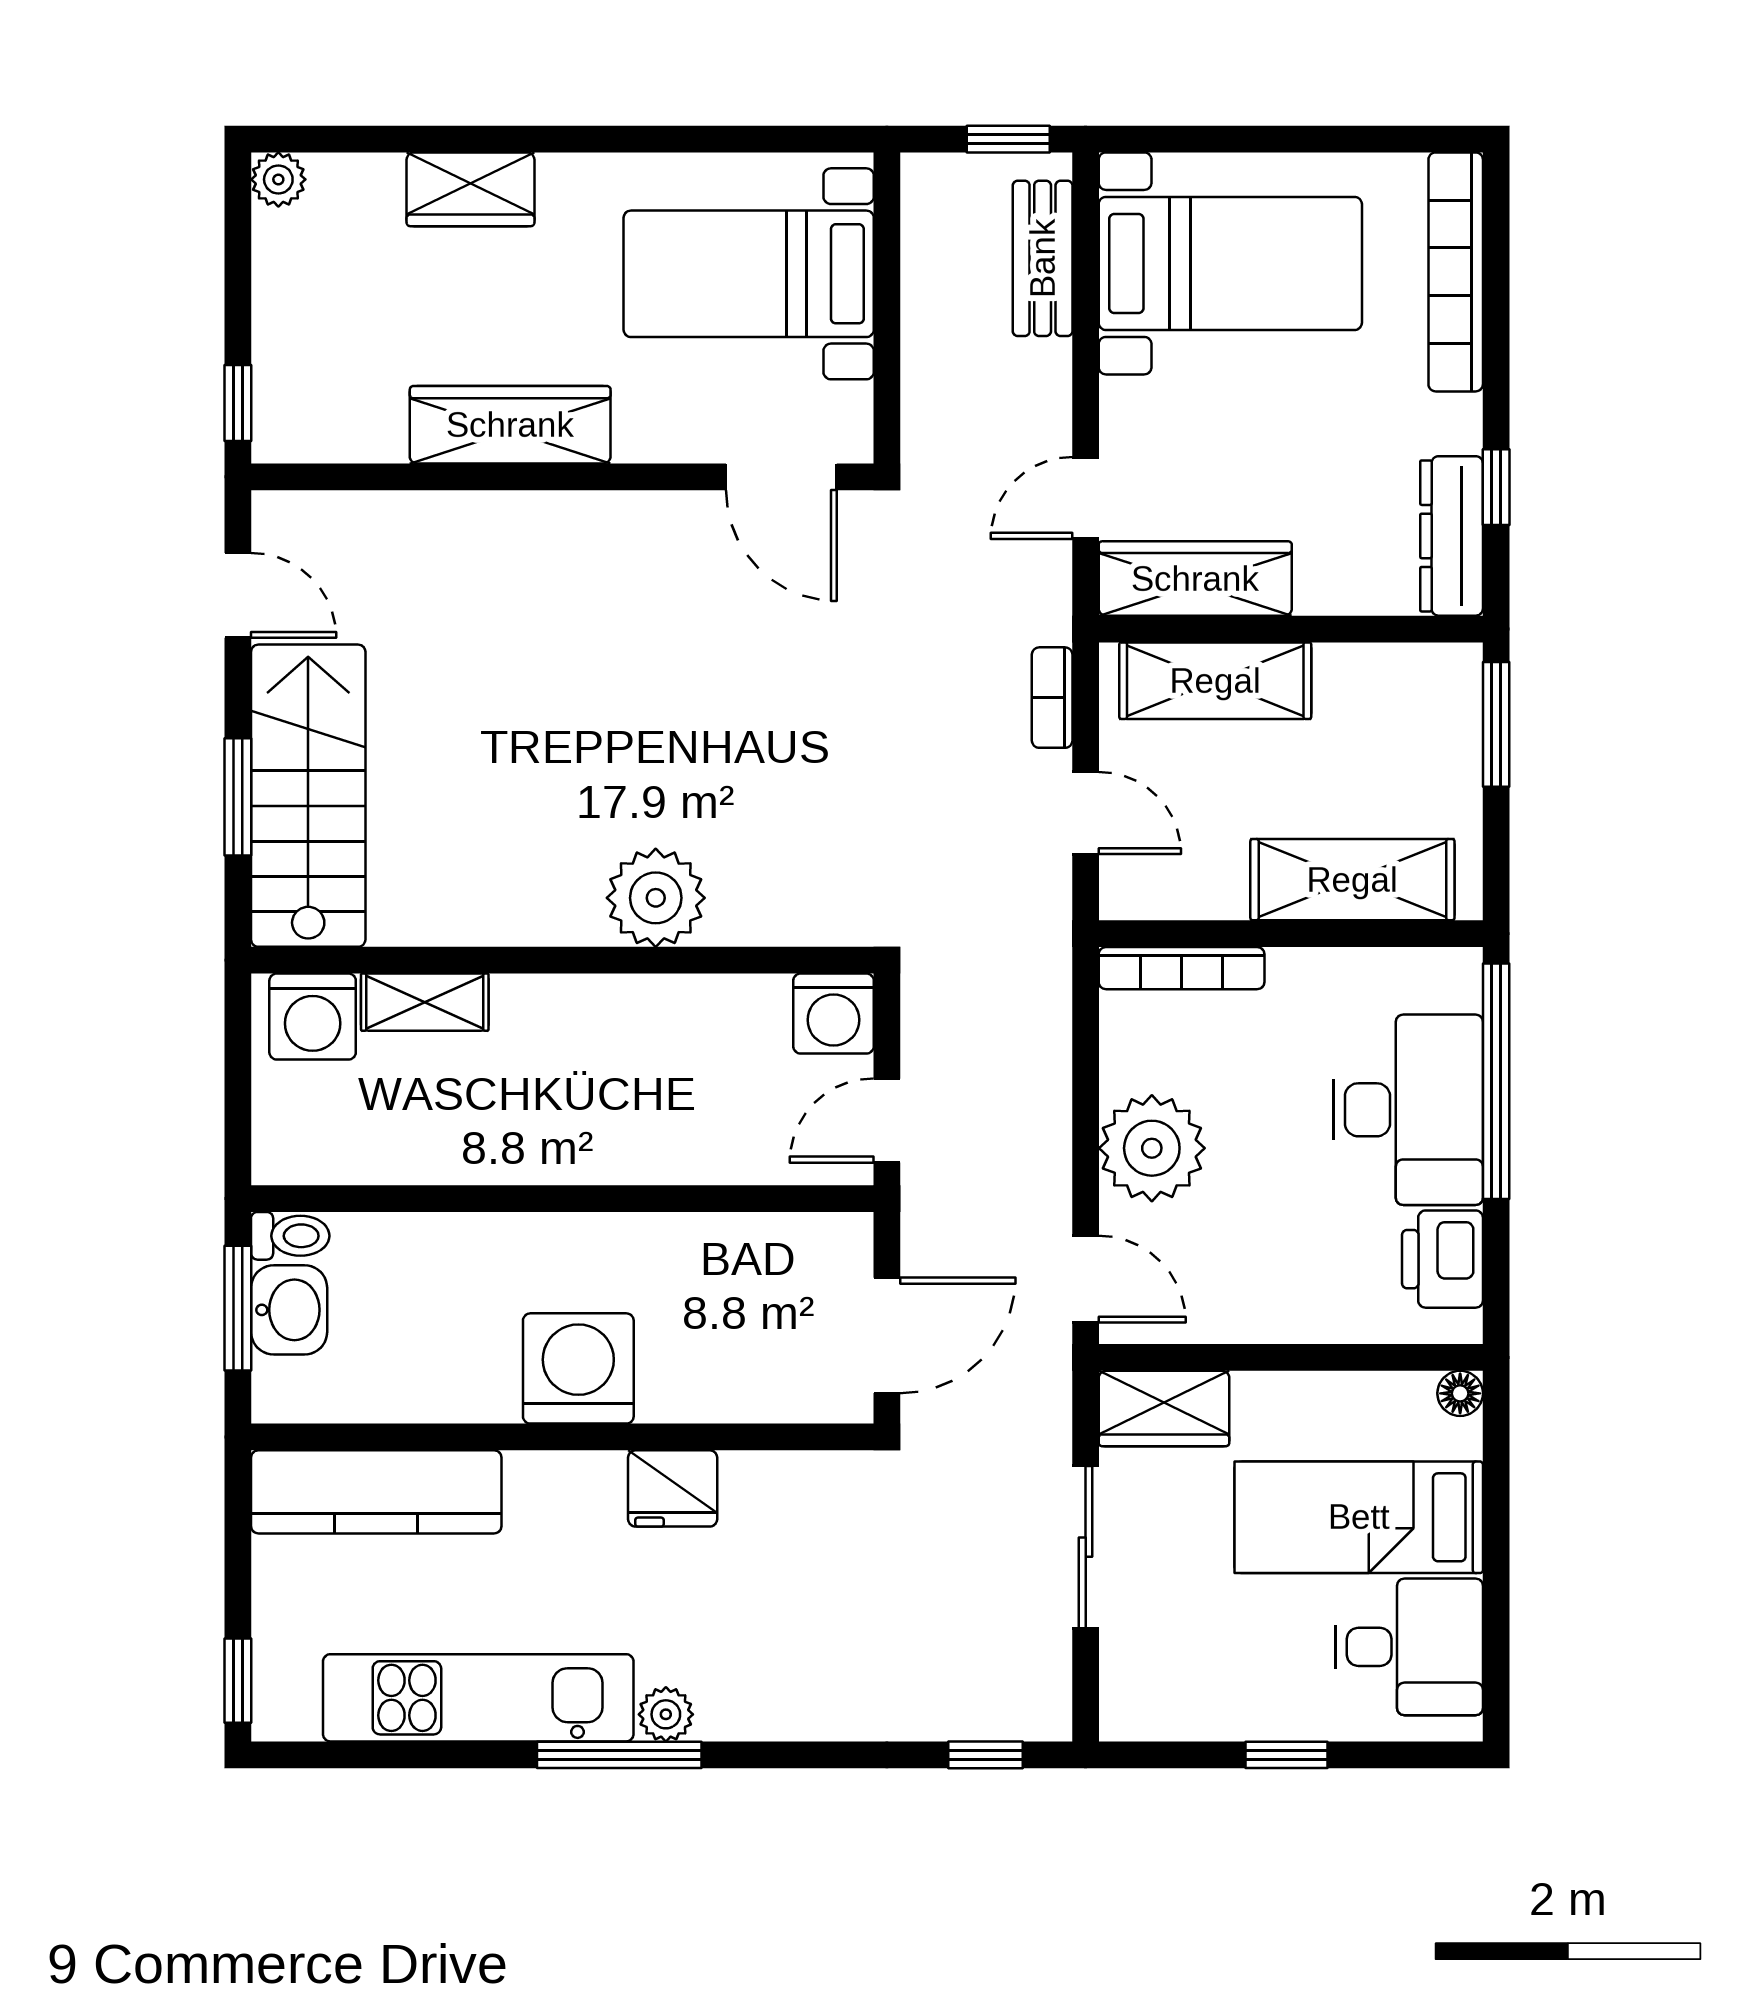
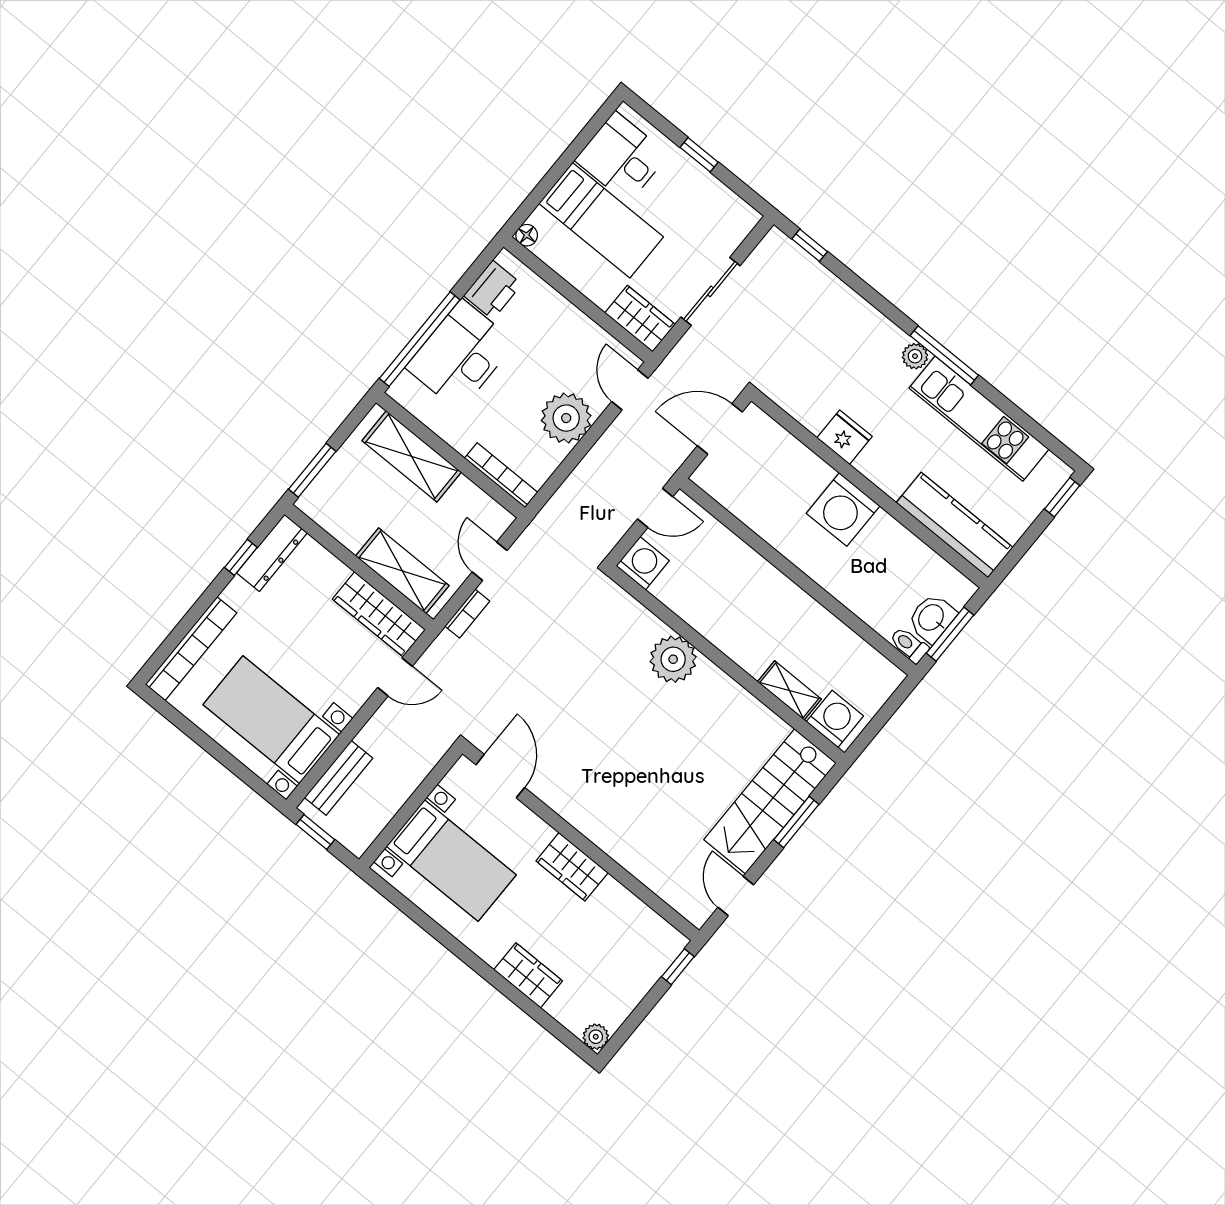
wardrobe: (510, 425) -> (572, 867), width x0.67

